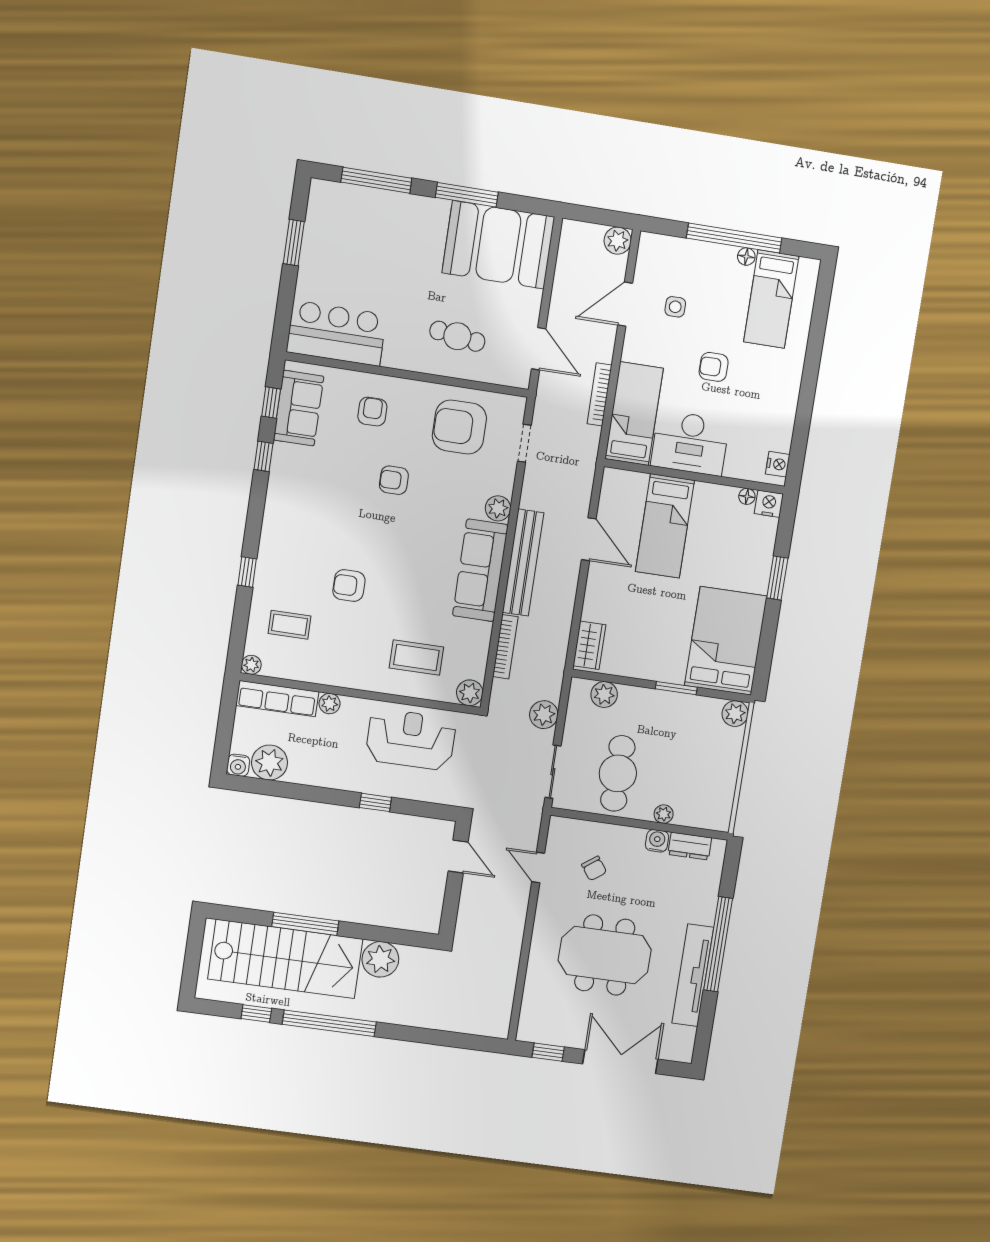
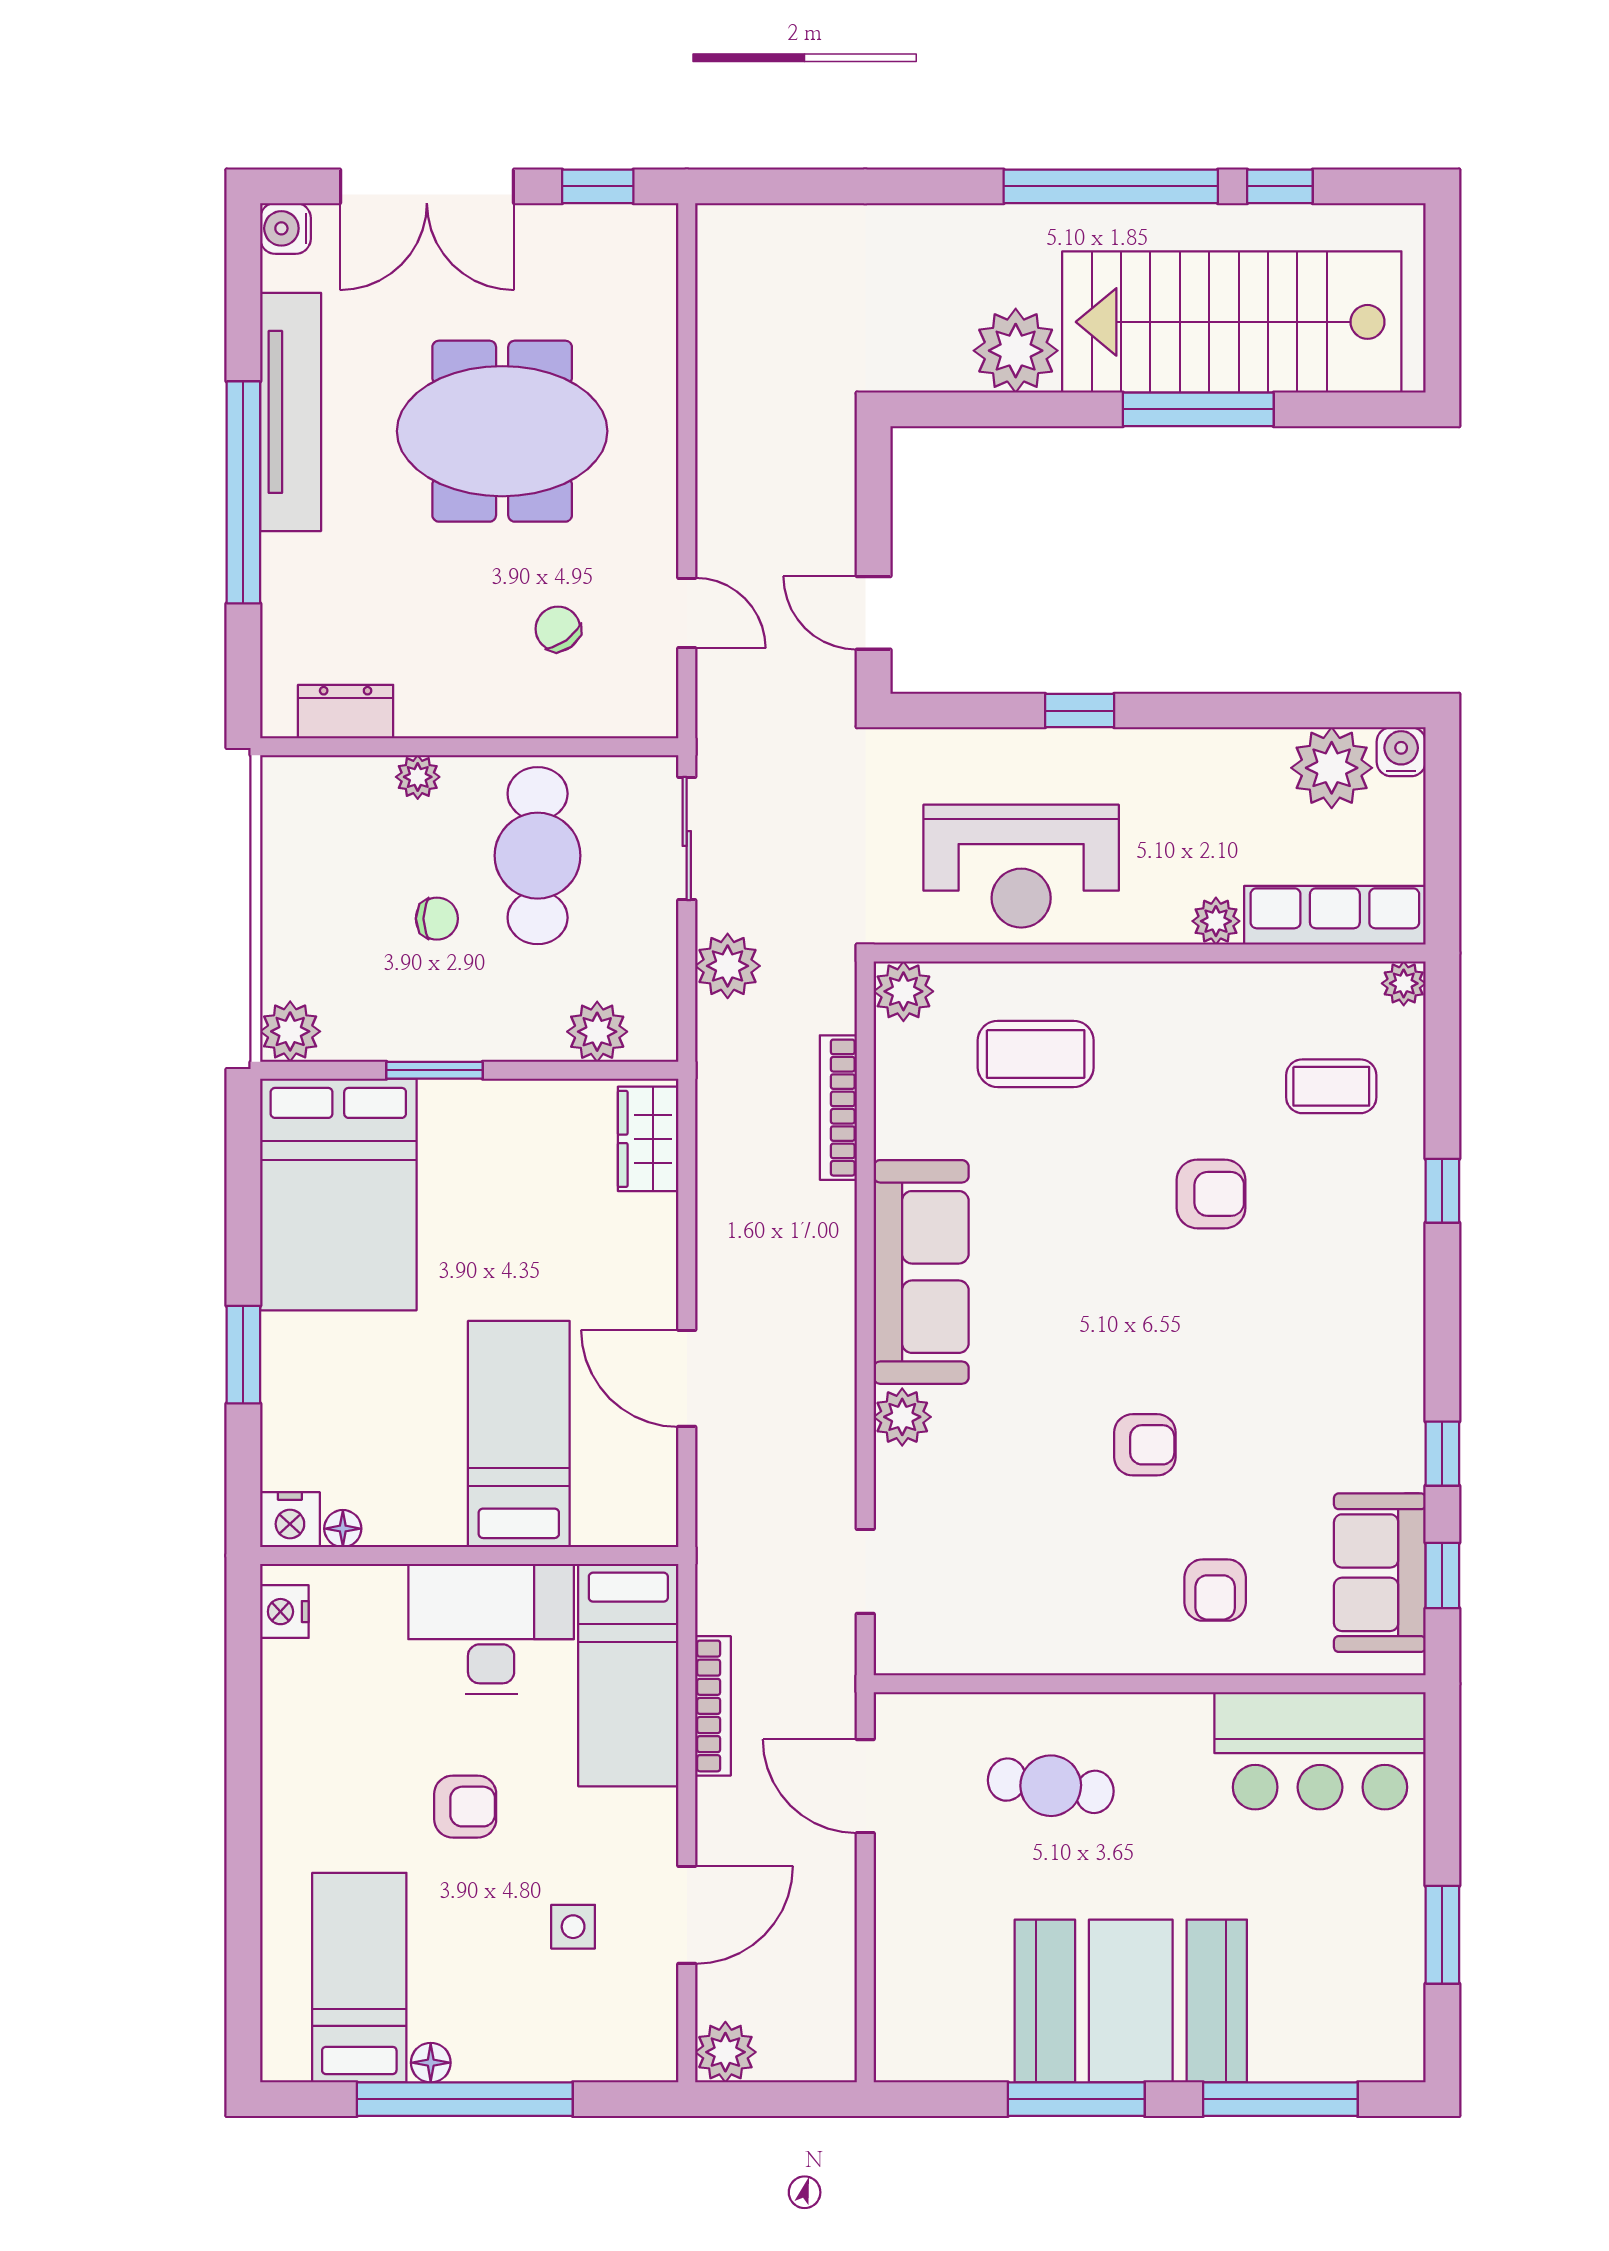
booth: (498, 245) -> (1131, 2001), moved
armchair: (459, 427) -> (1016, 1585), removed
bench: (523, 563) -> (827, 1304), removed
chair: (665, 753) -> (437, 919), added
water cooler: (657, 841) -> (285, 228), moved, turned 90

